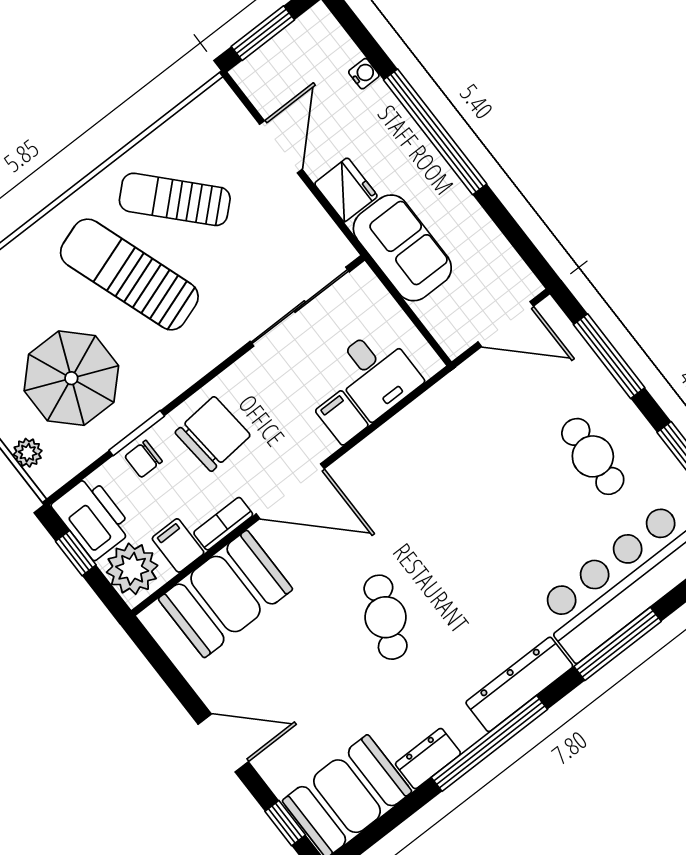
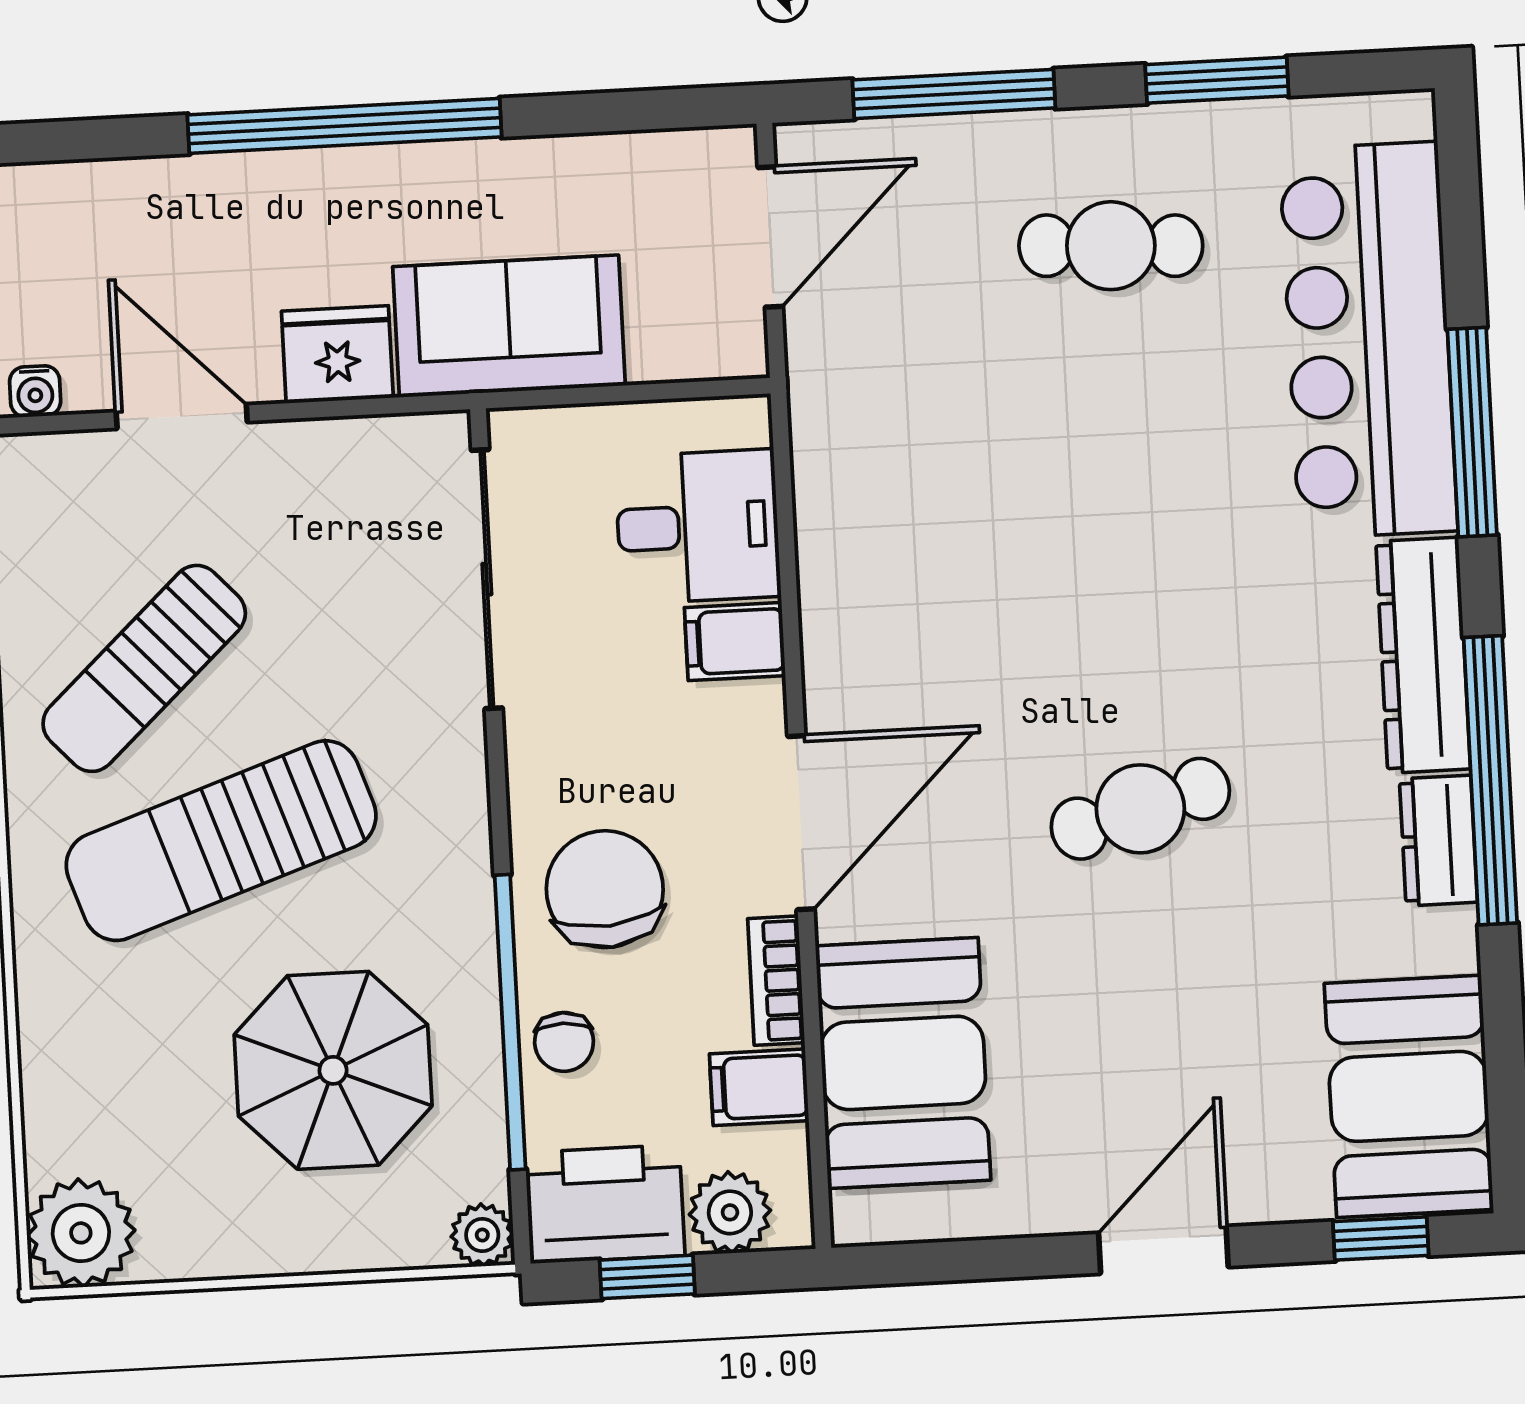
water cooler: (364, 74) -> (35, 391), moved, turned 180
window: (137, 433) -> (510, 1022), width x2.11
plant: (28, 453) -> (482, 1235), moved
plant: (132, 569) -> (730, 1212), width x0.73, depth x0.73
cafe table: (386, 617) -> (1140, 809), turned -39
dresser: (428, 759) -> (1438, 841), moved

